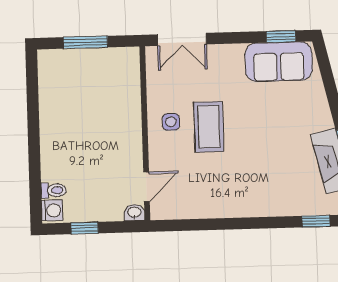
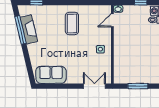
window: (281, 37) -> (50, 86), removed
coffee table: (209, 127) -> (72, 23), moved

